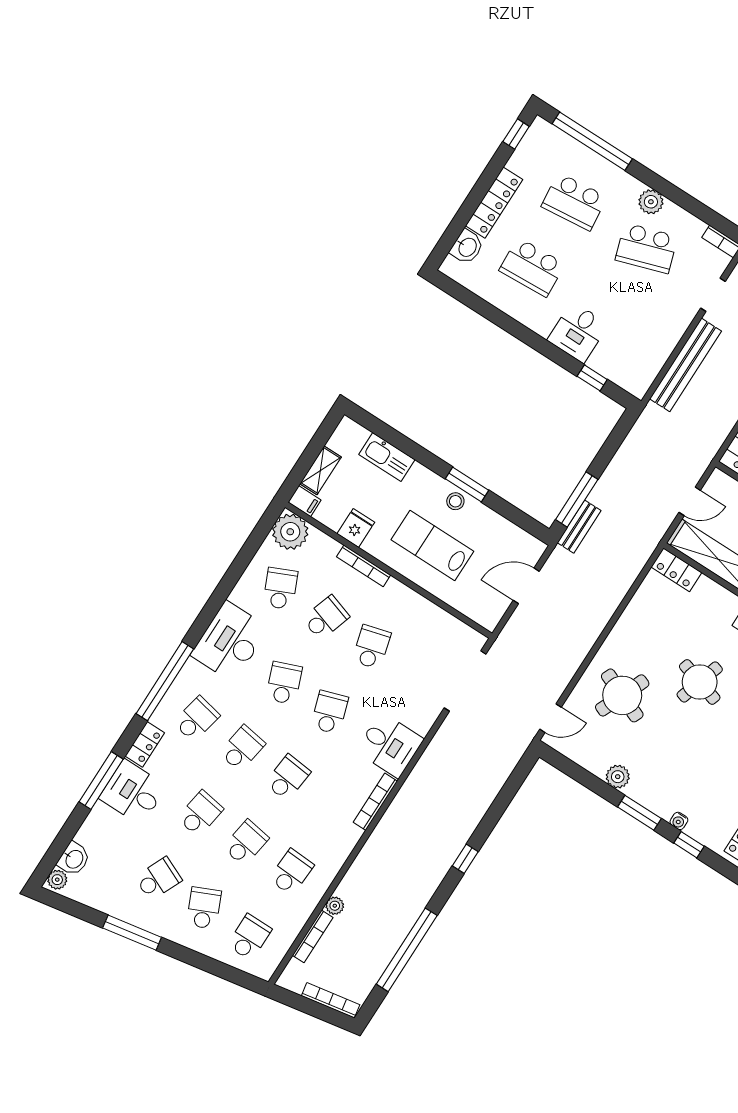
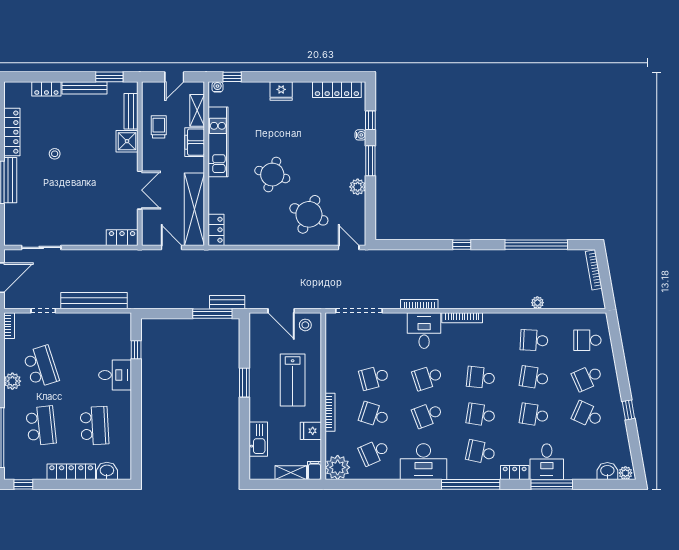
stool: (455, 501) -> (305, 325), moved
window: (132, 933) -> (628, 410), width x0.46
bookcase: (313, 936) -> (419, 304), moved

